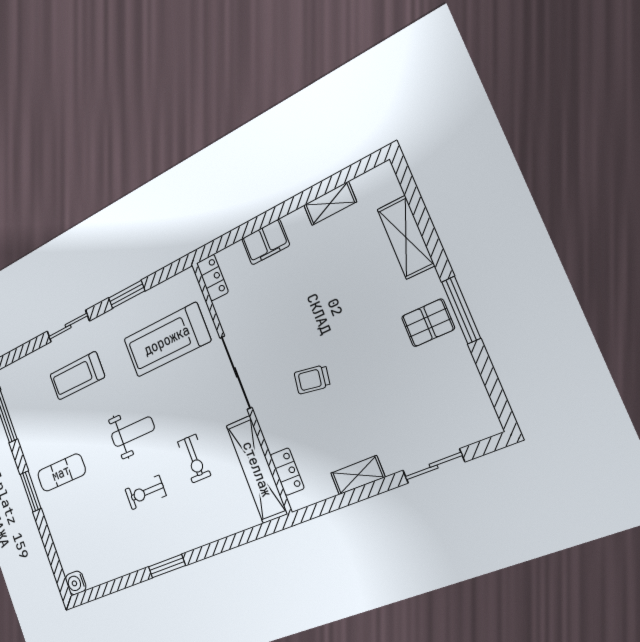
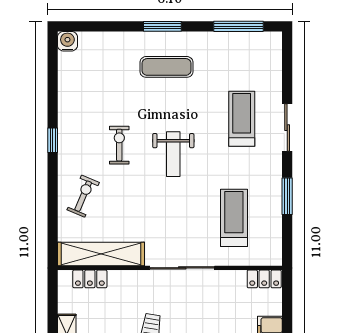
treadmill: (167, 340) -> (234, 218), width x0.73, depth x0.73
exercise bike: (194, 459) -> (83, 196), moved, turned 113
exercise mat: (61, 473) -> (166, 67), turned 90
window: (167, 566) -> (53, 140), width x0.67

